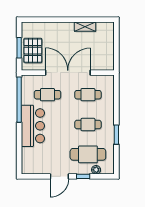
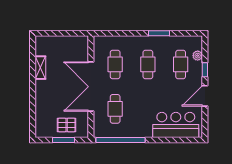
pallet: (33, 51) -> (67, 125), width x0.67, depth x0.71
bar counter: (33, 126) -> (176, 125), moved
cafe table: (88, 154) -> (181, 64), width x0.73, depth x0.74
door: (59, 176) -> (205, 96), swing flipped

